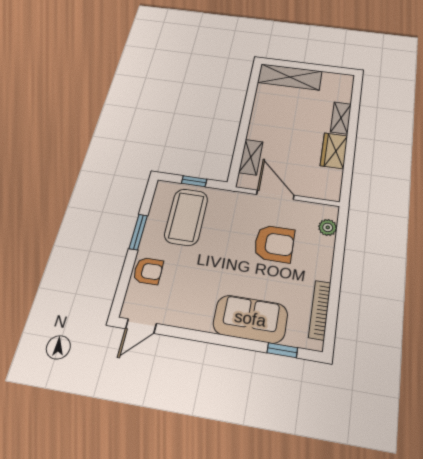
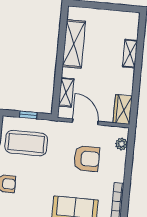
shelving: (290, 77) -> (74, 44), moved, turned 90
wardrobe: (334, 151) -> (123, 109), moved
coffee table: (186, 217) -> (26, 143), turned 90

